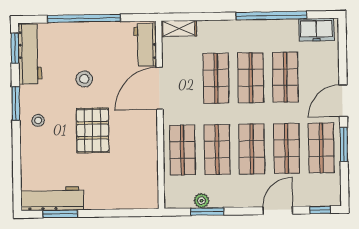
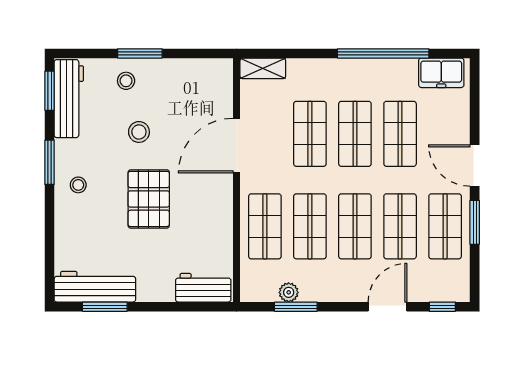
window: (84, 18) -> (140, 53), width x0.47
stool: (74, 40) -> (126, 81), added
workbench: (145, 45) -> (203, 288), moved, turned 90
door: (343, 101) -> (475, 166), hinge flipped

